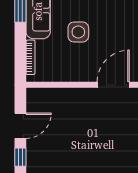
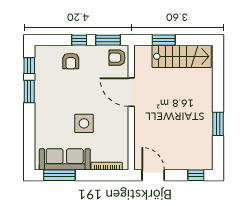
door: (20, 126) -> (153, 175), moved

